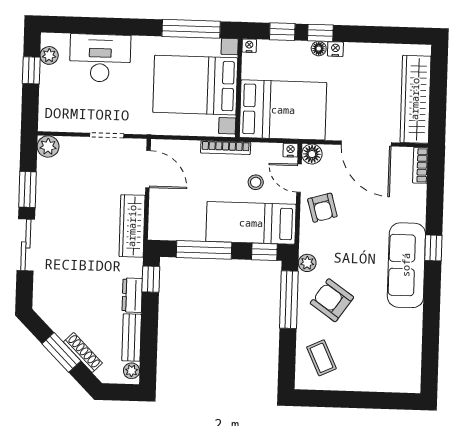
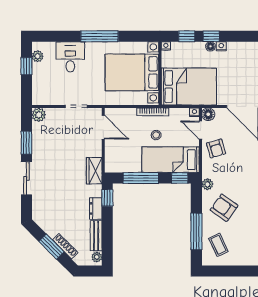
window: (191, 29) -> (99, 36), moved
desk: (100, 58) -> (70, 57), width x0.73
stool: (256, 182) -> (156, 135), moved
wardrobe: (132, 226) -> (94, 171), width x0.67
window: (289, 300) -> (196, 231), moved

